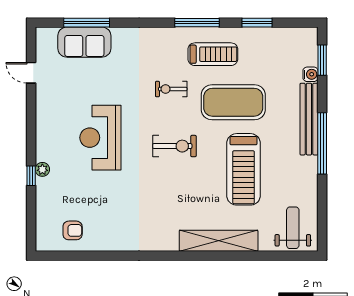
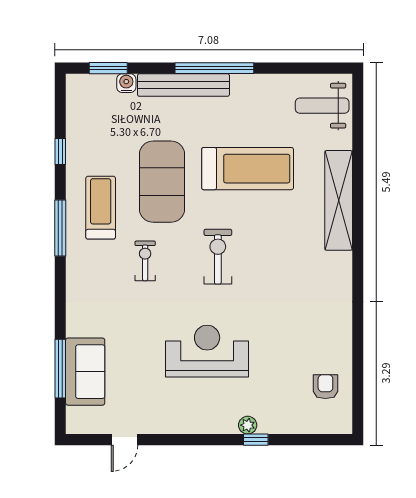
window: (257, 23) -> (60, 151), width x0.67
exercise bike: (171, 89) -> (145, 261), turned 180
reception desk: (100, 138) -> (207, 351), turned 180

